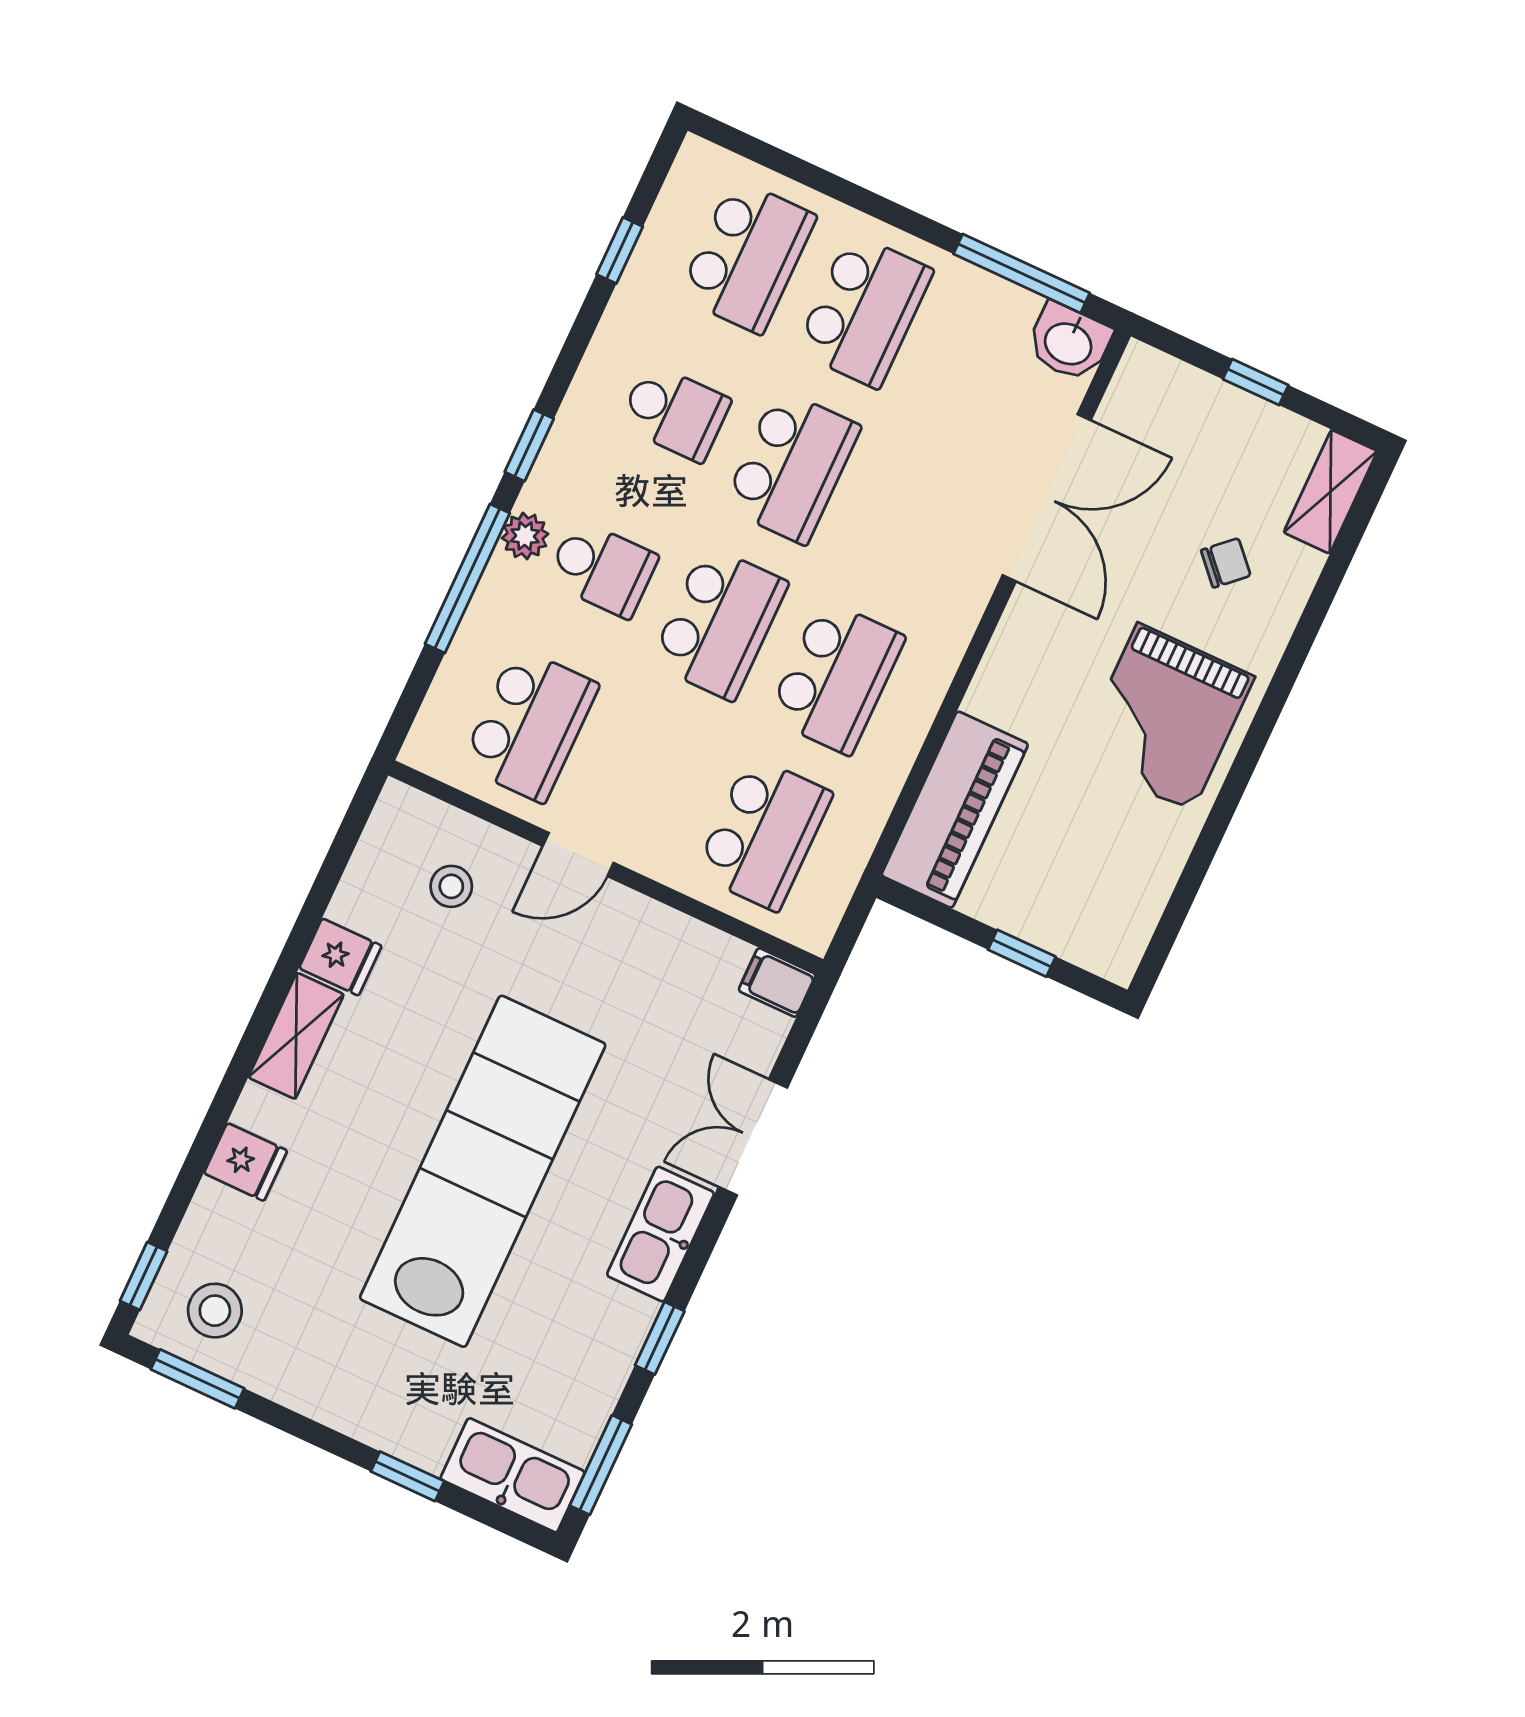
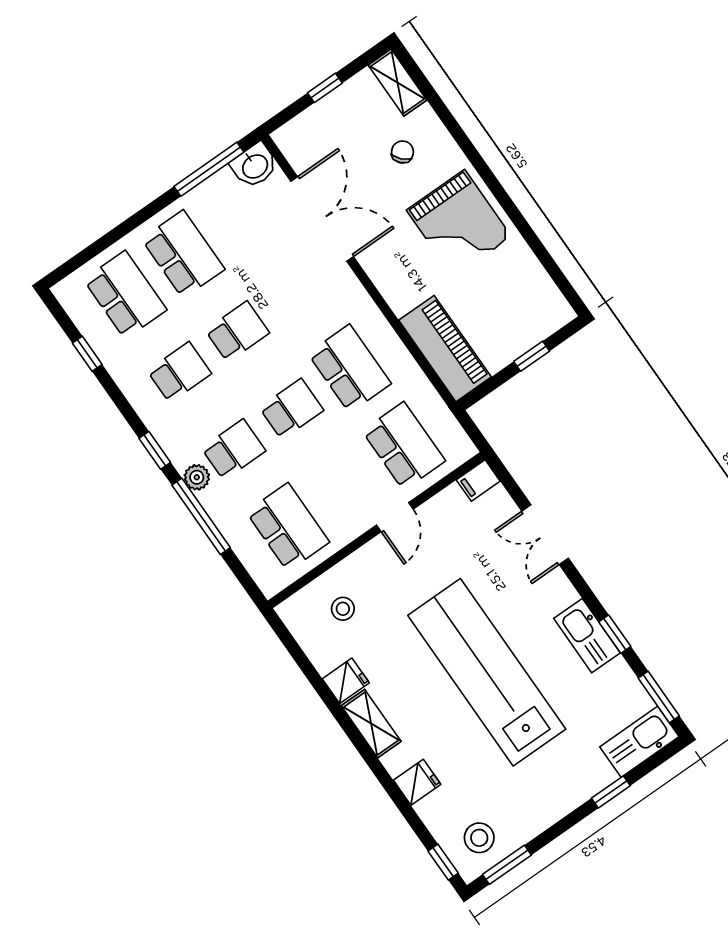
school desk: (792, 467) -> (237, 332), width x0.54
school desk: (719, 623) -> (292, 409), width x0.54
door: (578, 854) -> (395, 517), moved
kitchen sink: (661, 1234) -> (587, 636), moved

